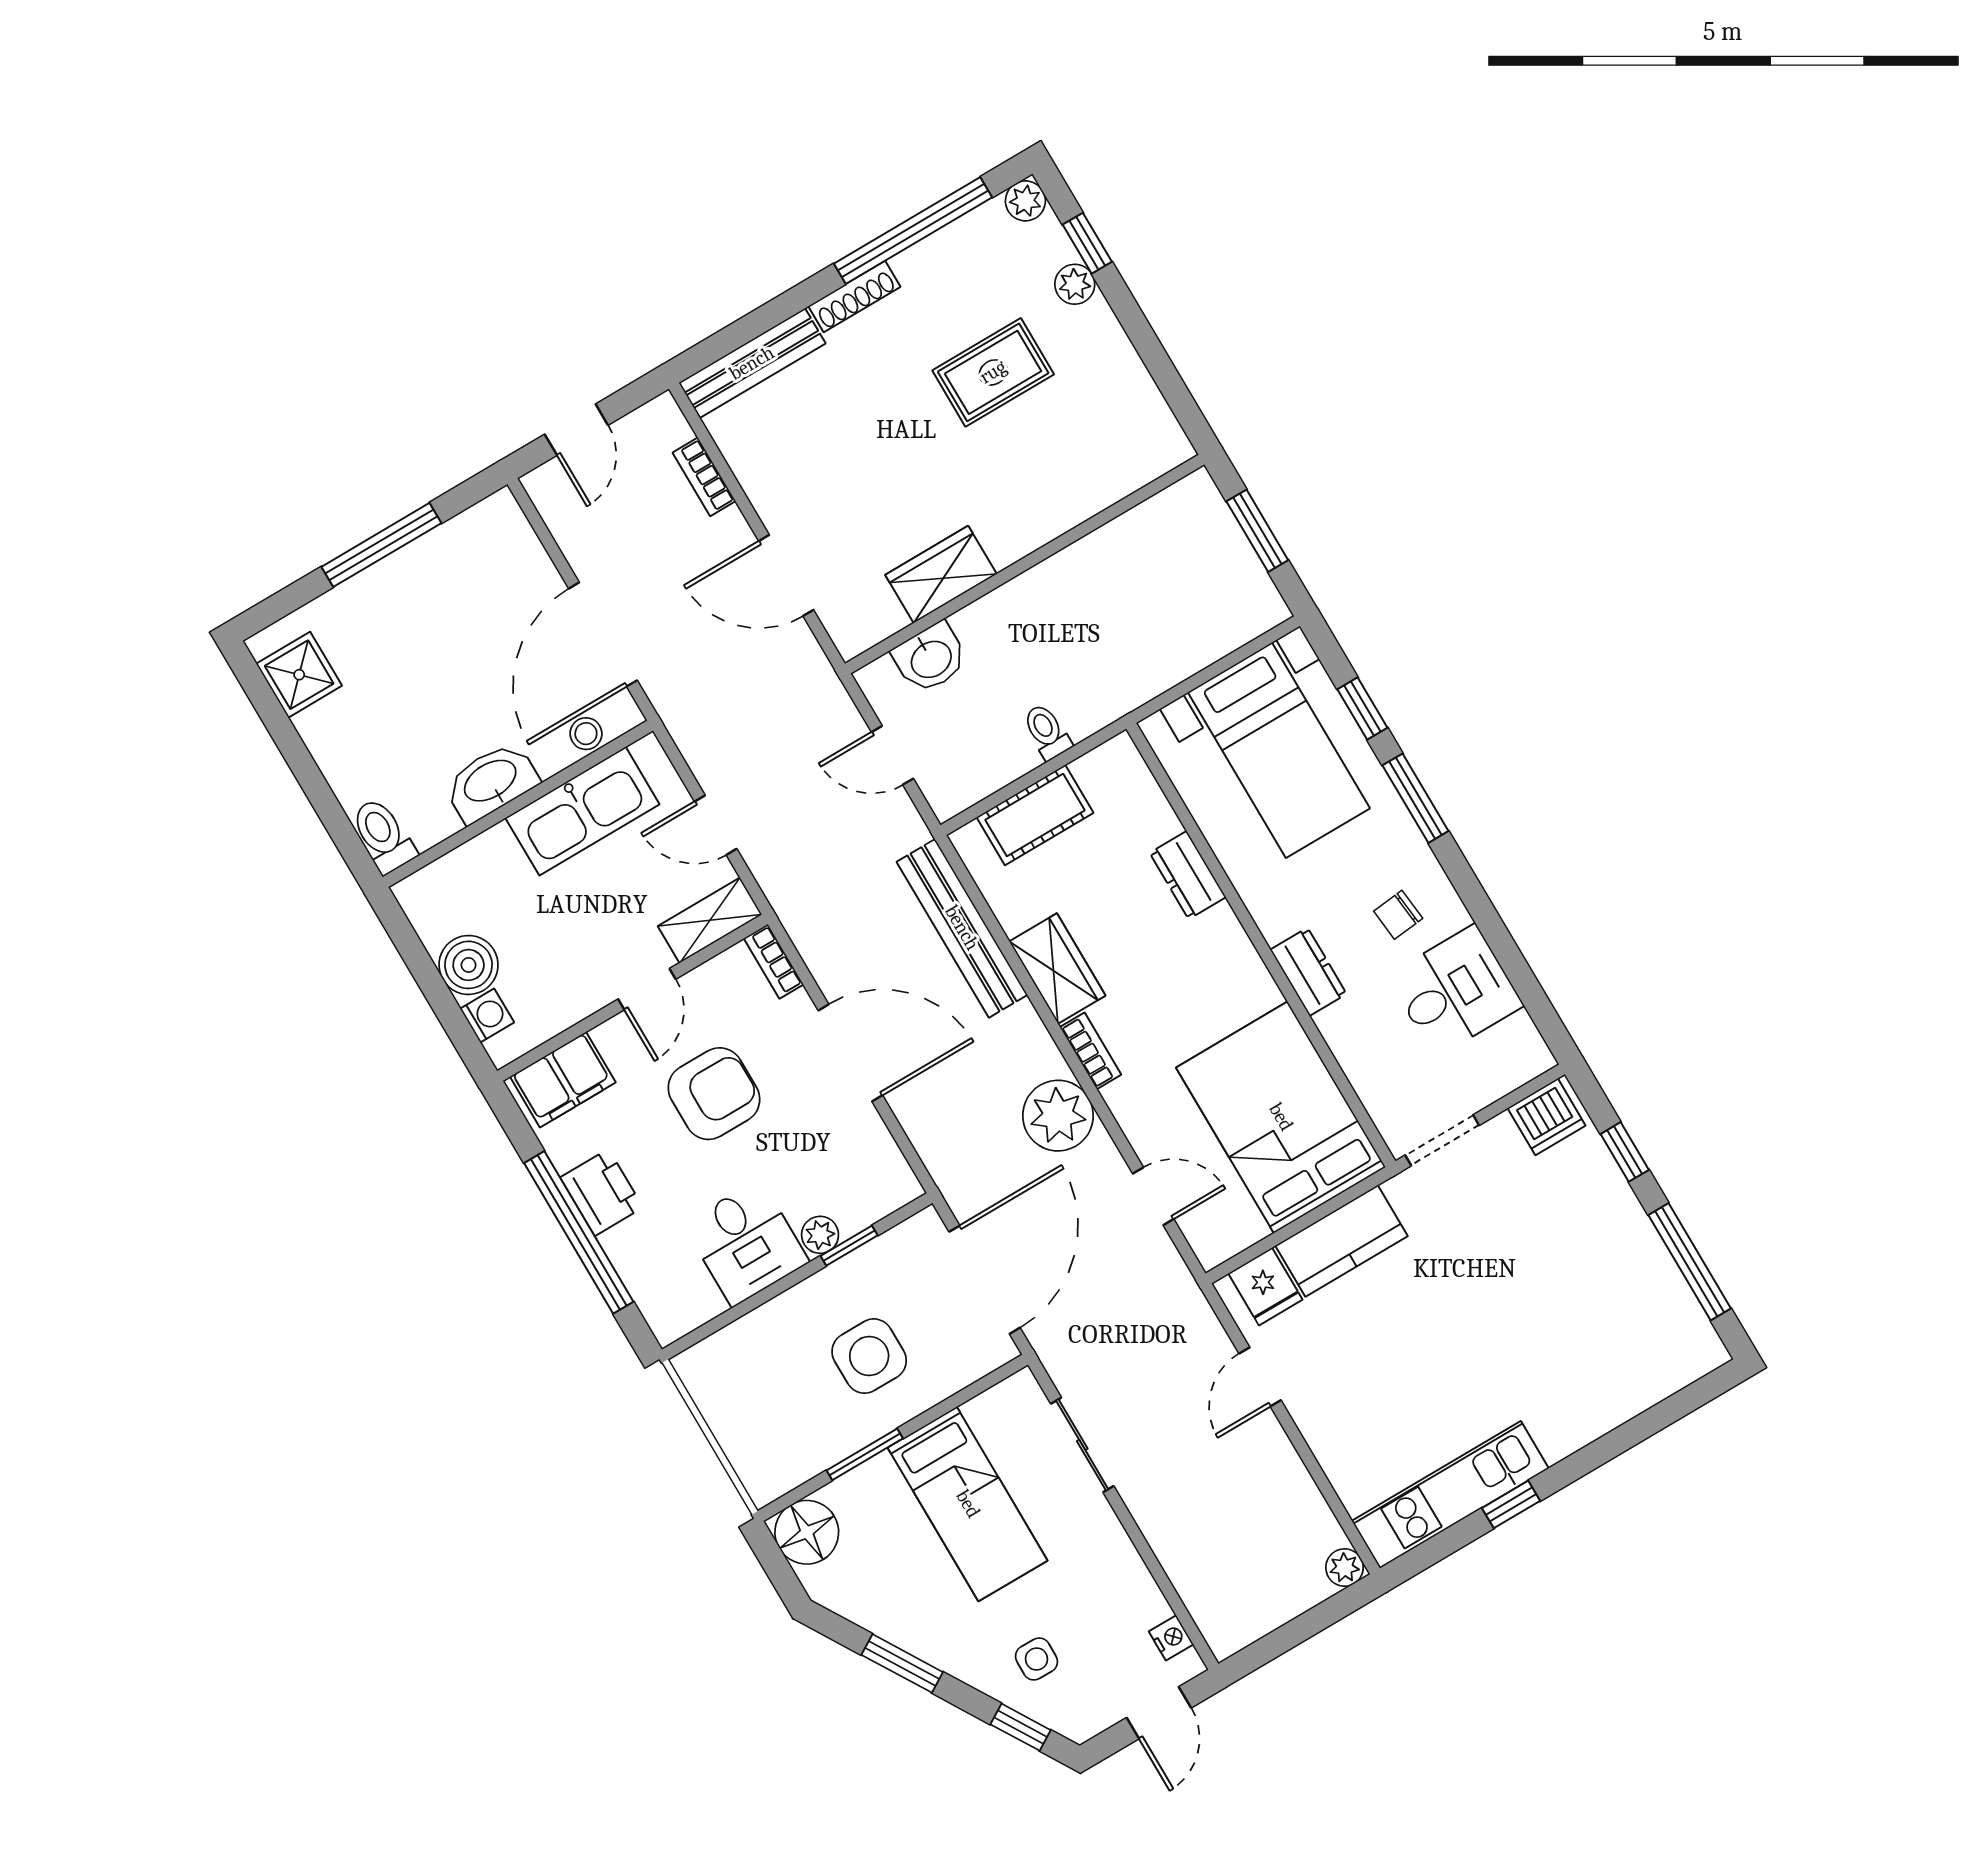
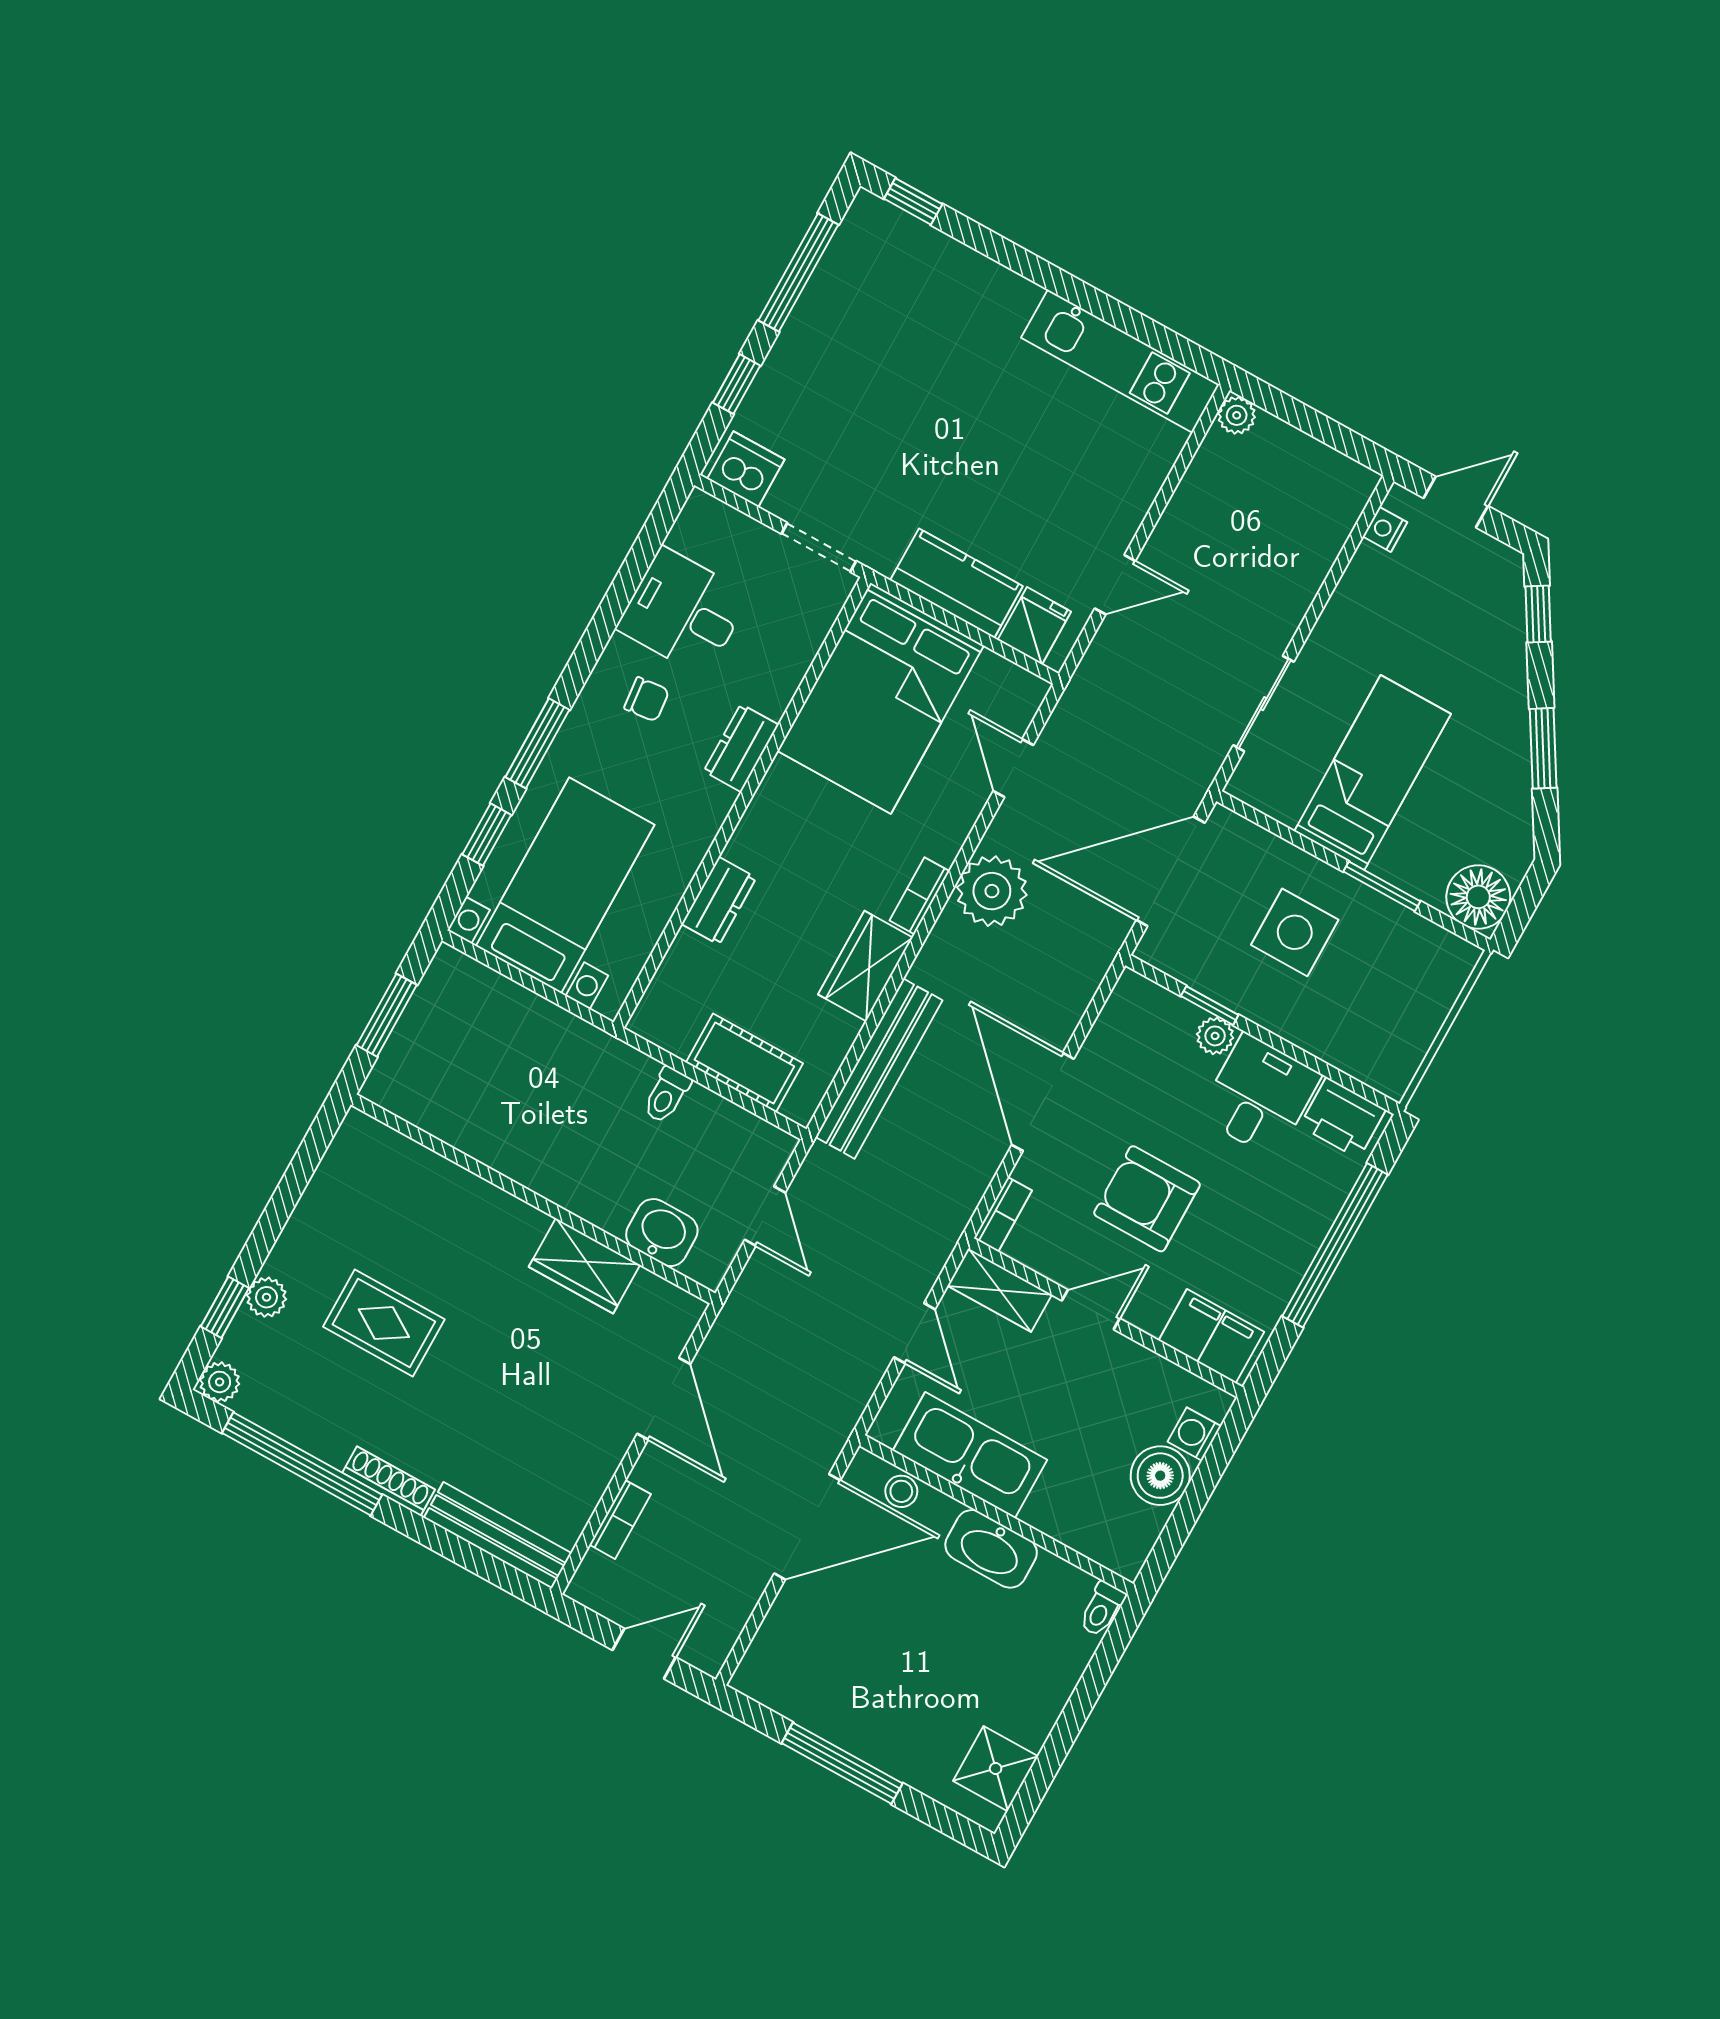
toilet: (383, 836) -> (1102, 1609), width x0.73, depth x0.72
printer: (602, 1192) -> (1343, 1118), moved, turned -90
window: (1511, 1504) -> (913, 201), moved
side table: (1037, 1659) -> (1471, 635), removed

